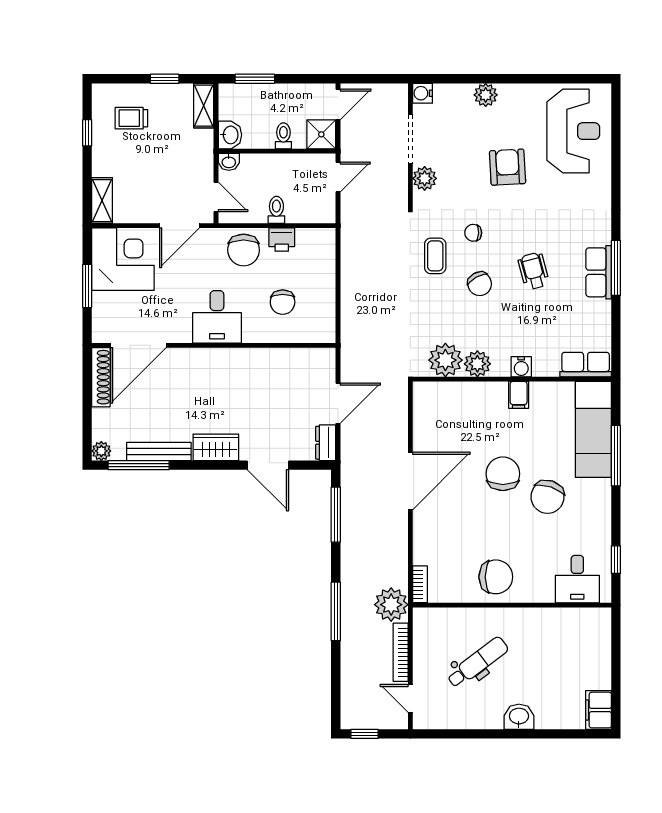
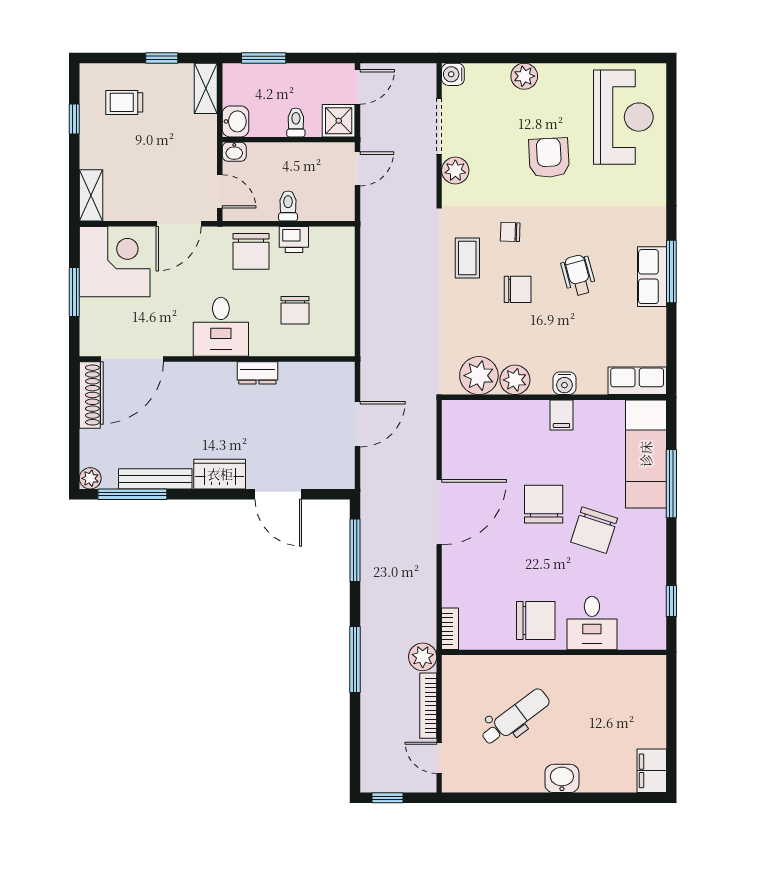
chair: (480, 284) -> (518, 289), turned -61
dresser: (326, 443) -> (257, 373), moved, turned -90
desk: (577, 579) -> (592, 623), moved
plant: (391, 605) -> (423, 657), width x0.73, depth x0.73

